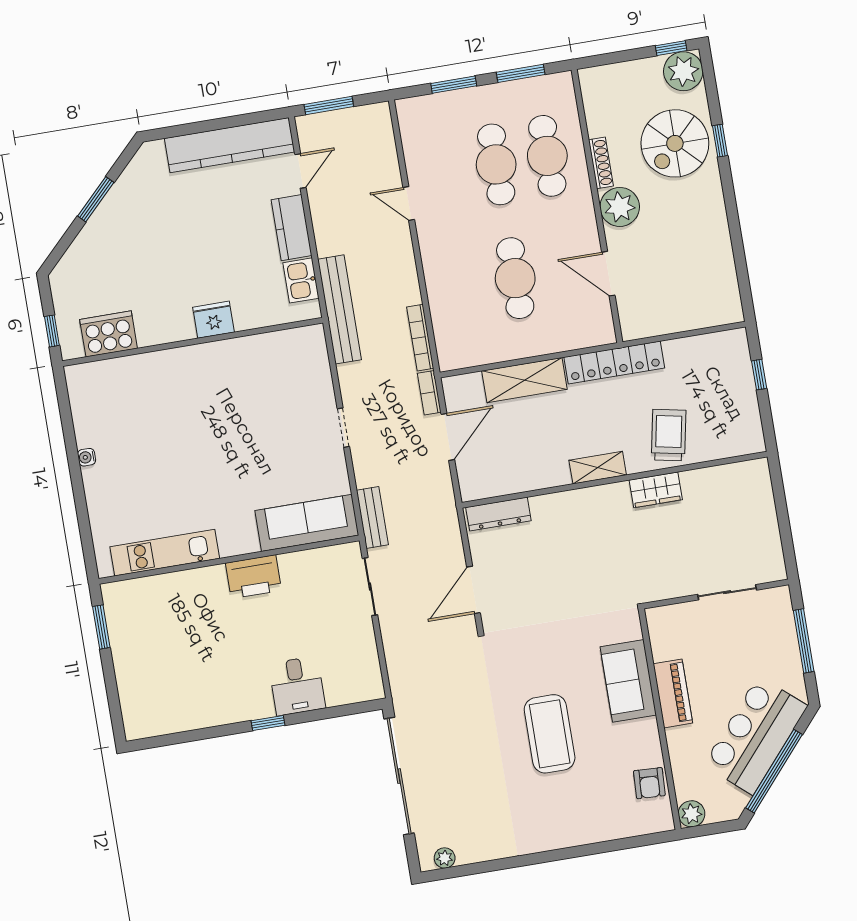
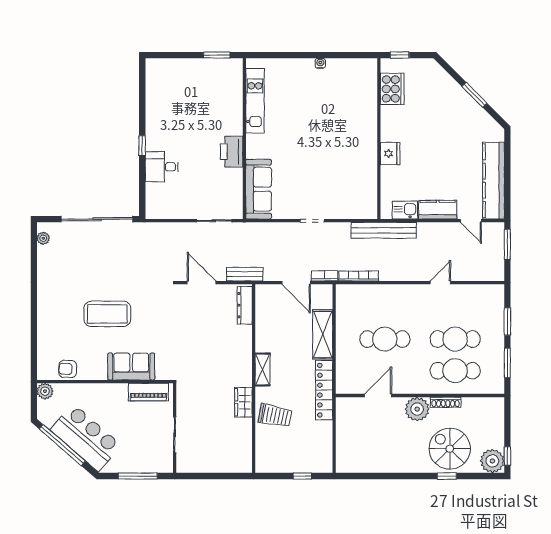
bench: (372, 518) -> (245, 274), moved
piano: (673, 693) -> (148, 392), moved

